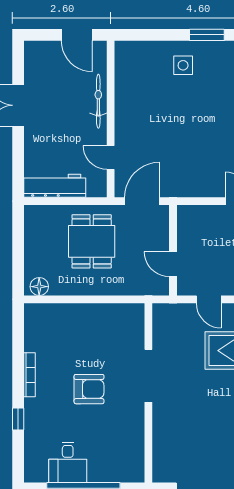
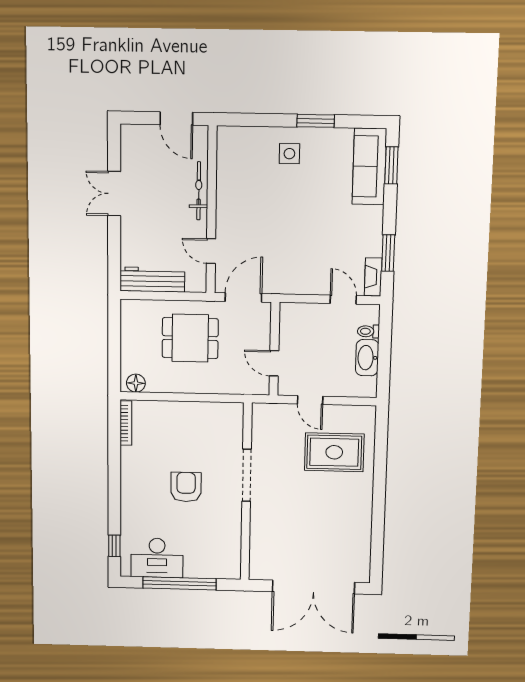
dining table: (92, 241) -> (190, 338), turned 90
bookcase: (29, 375) -> (126, 423), moved
armchair: (89, 389) -> (186, 487), turned -90
window: (18, 419) -> (114, 546), moved
desk: (68, 462) -> (157, 558), width x1.37

